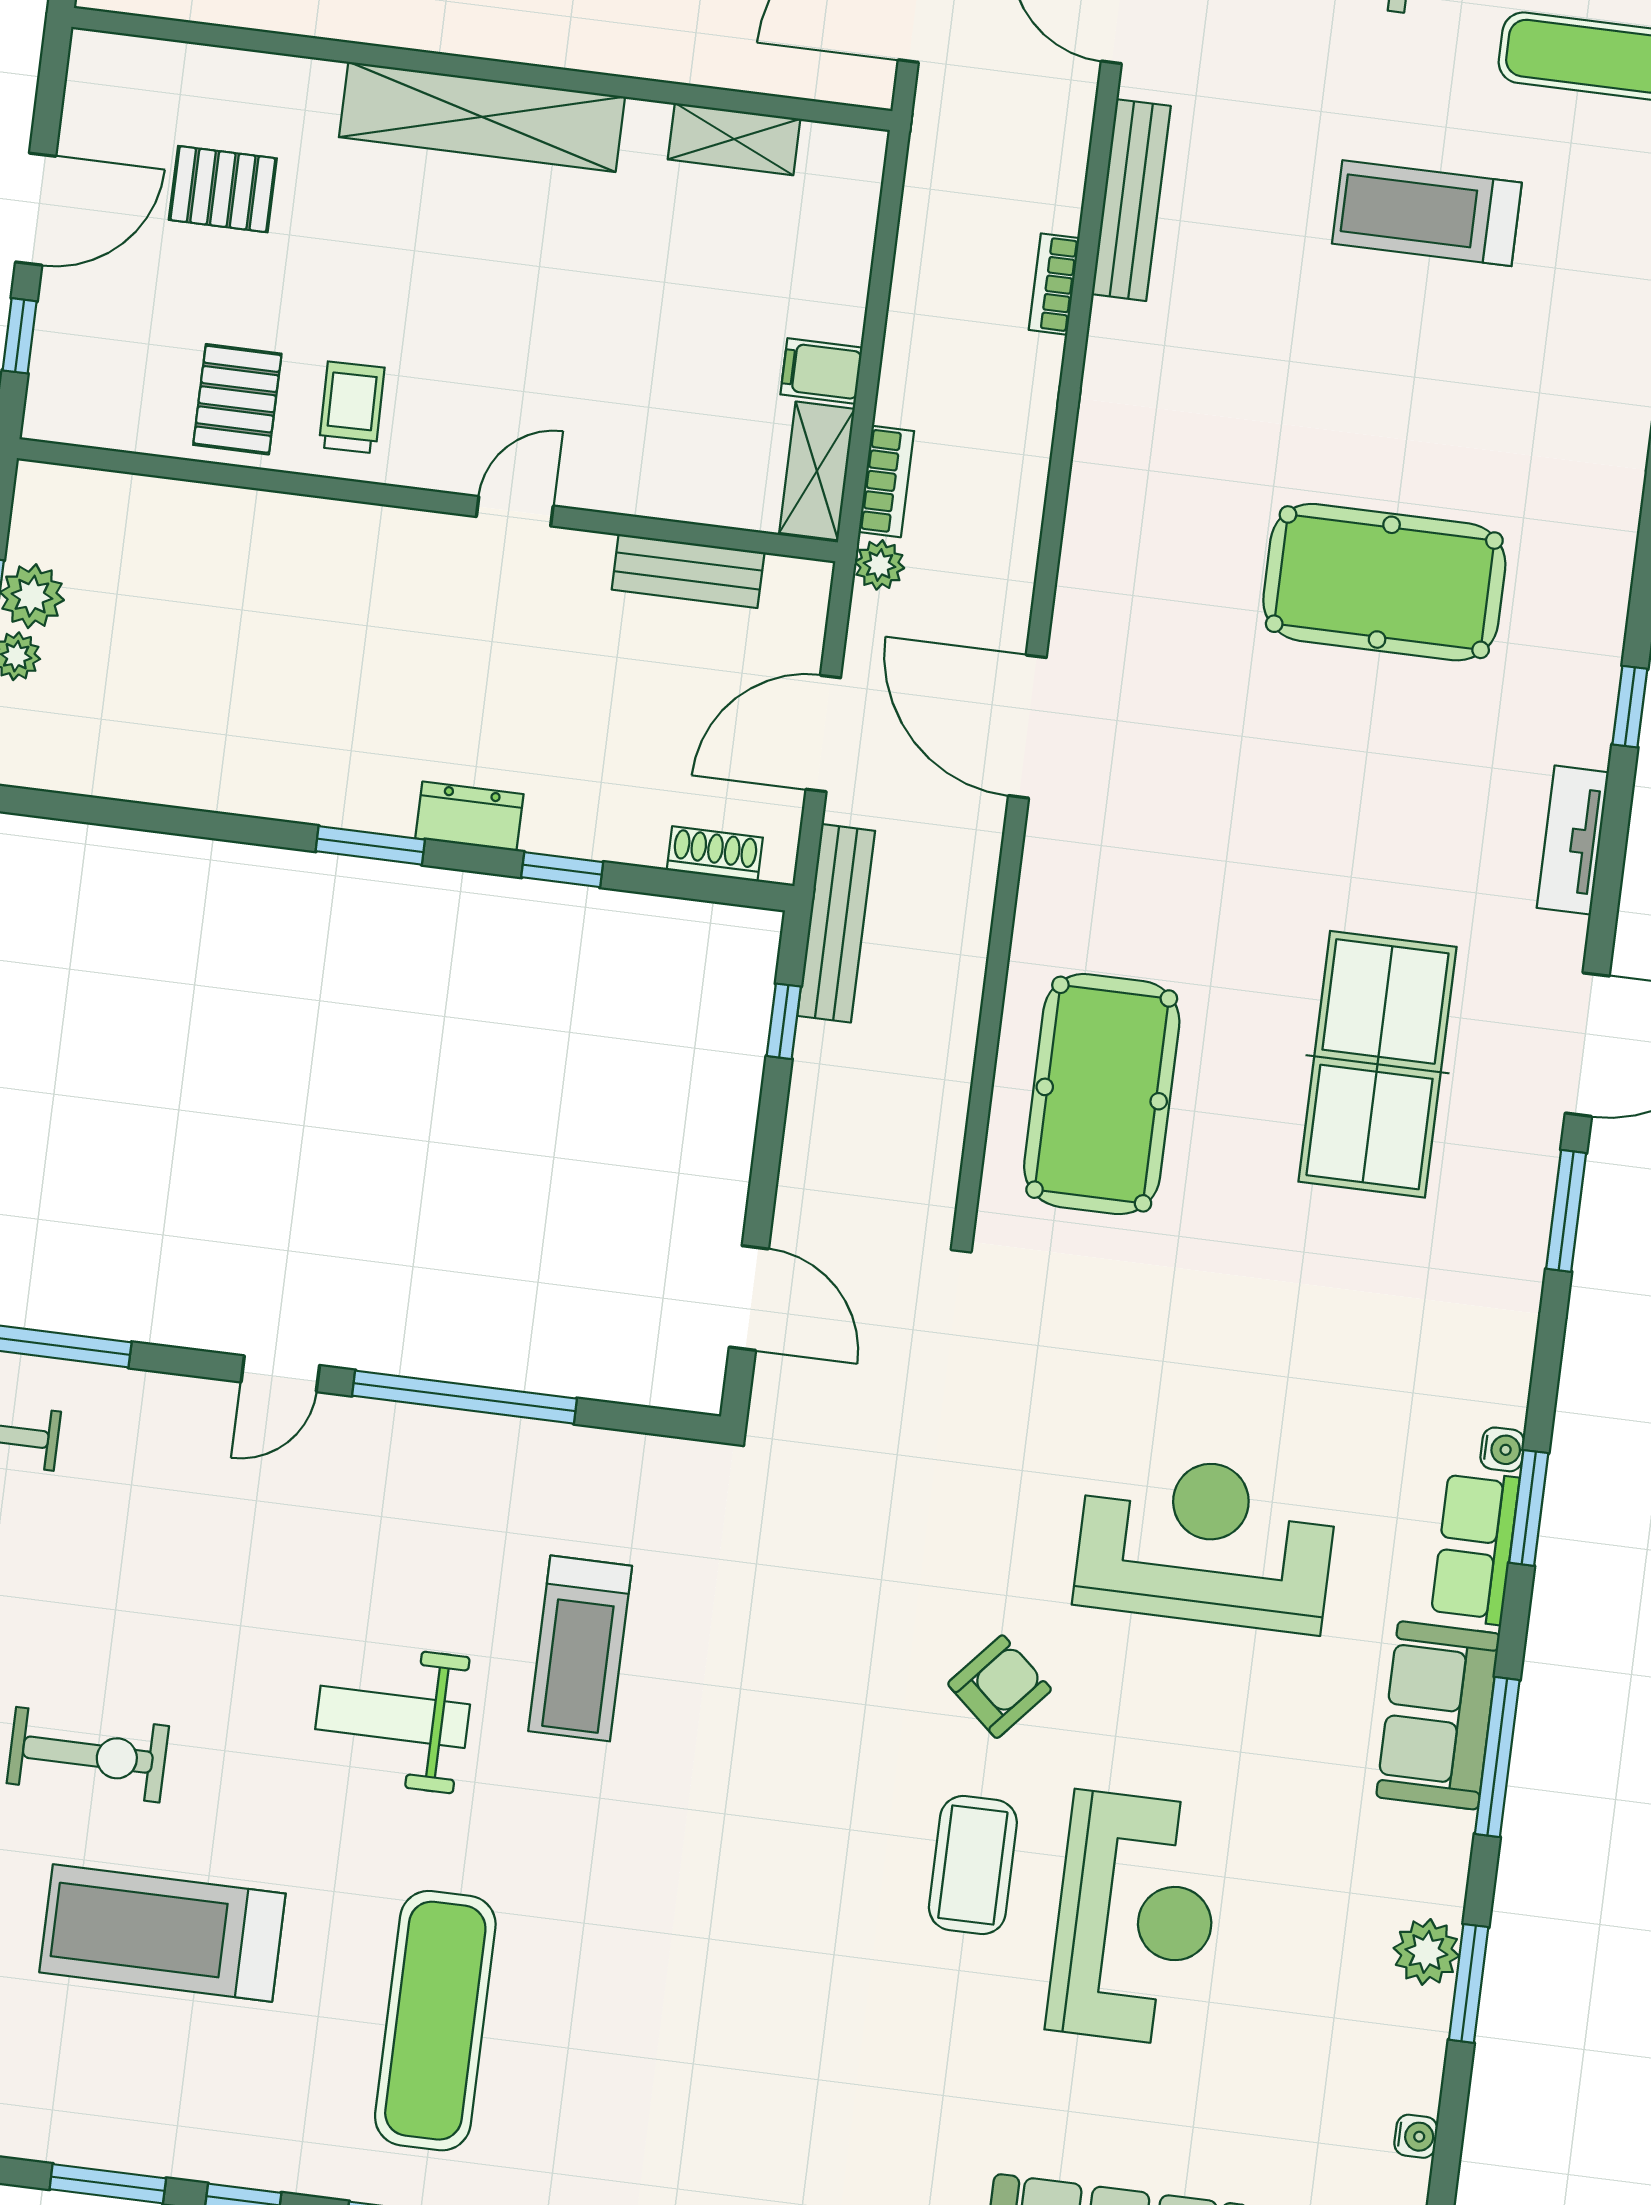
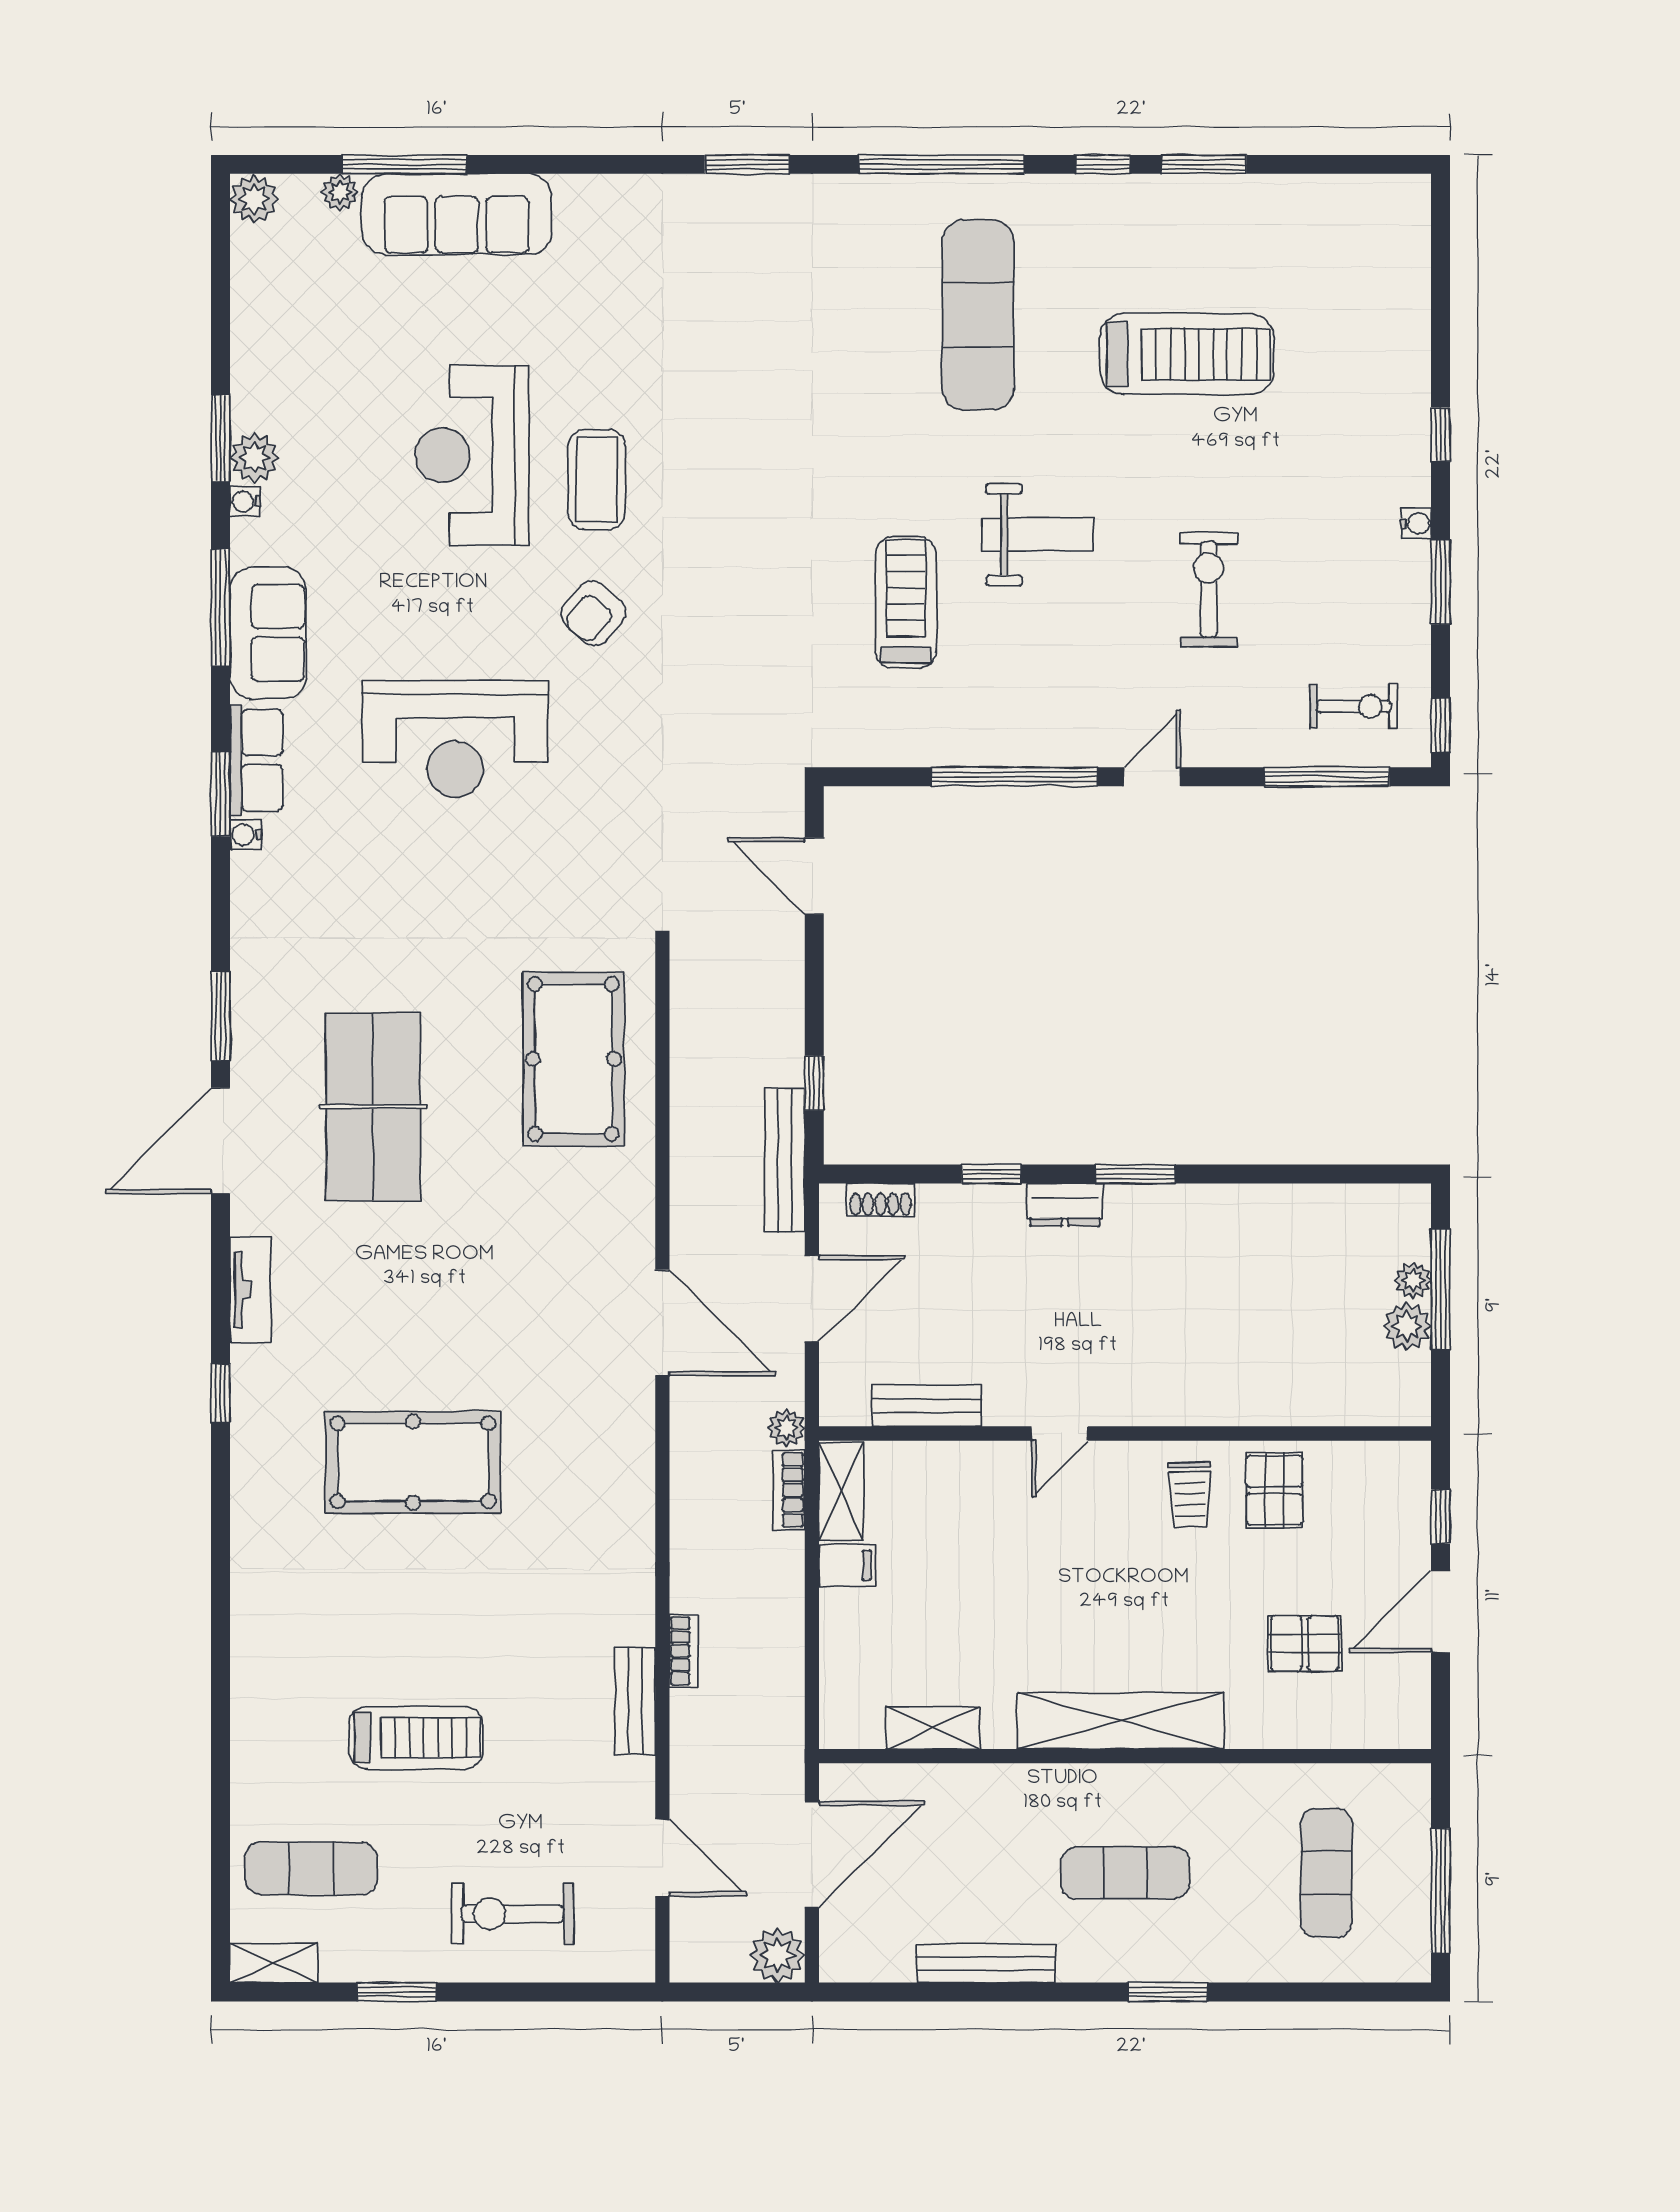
bench: (1131, 200) -> (635, 1700), width x0.73
exercise bike: (88, 1755) -> (1209, 590), moved, turned 90
water cooler: (1416, 2136) -> (245, 501), moved

